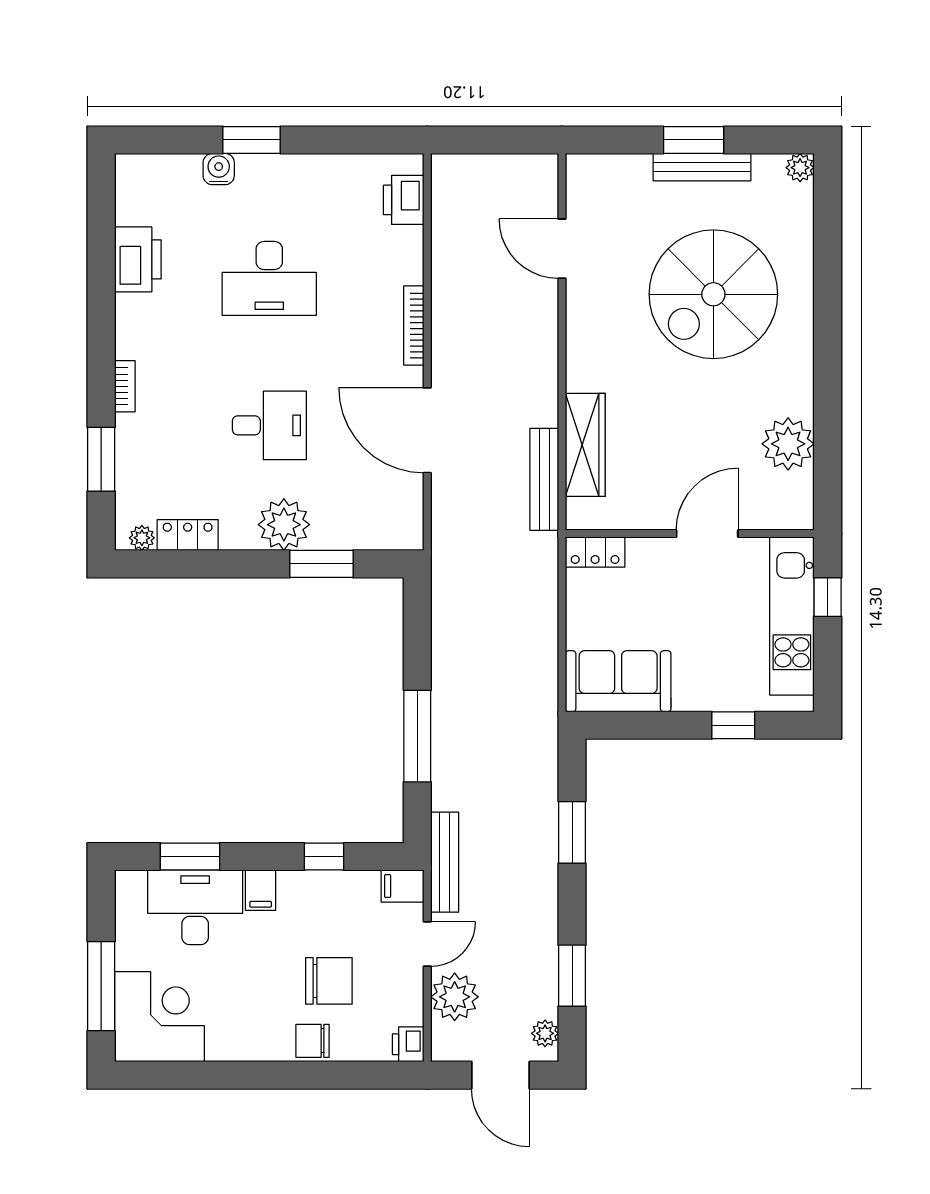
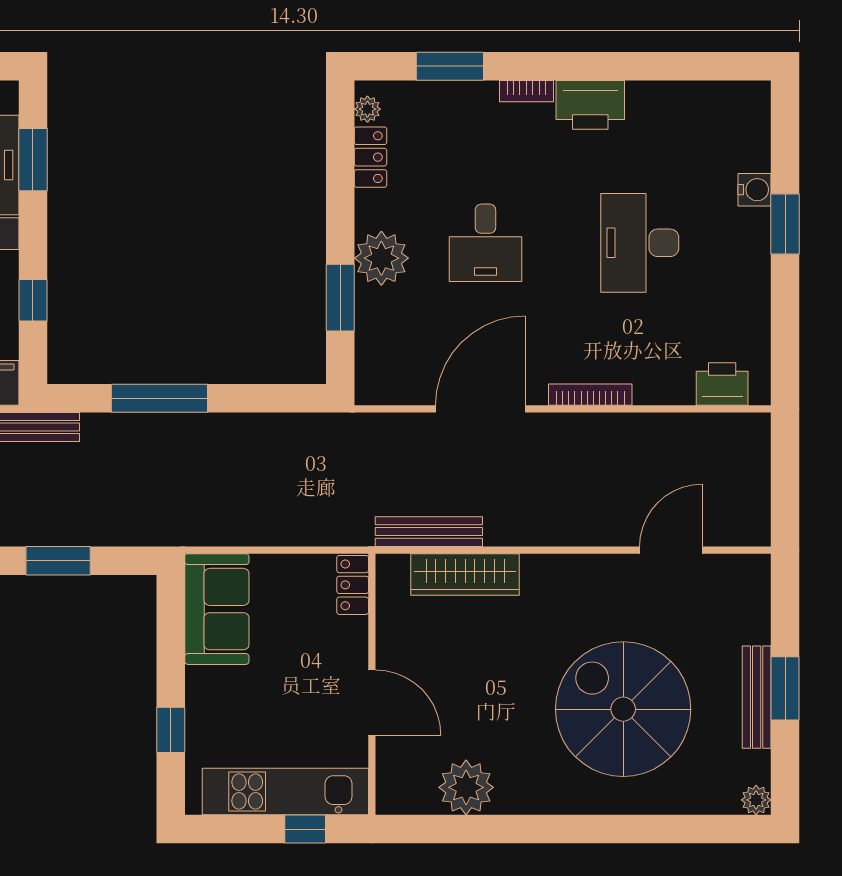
printer: (138, 259) -> (590, 105), moved

